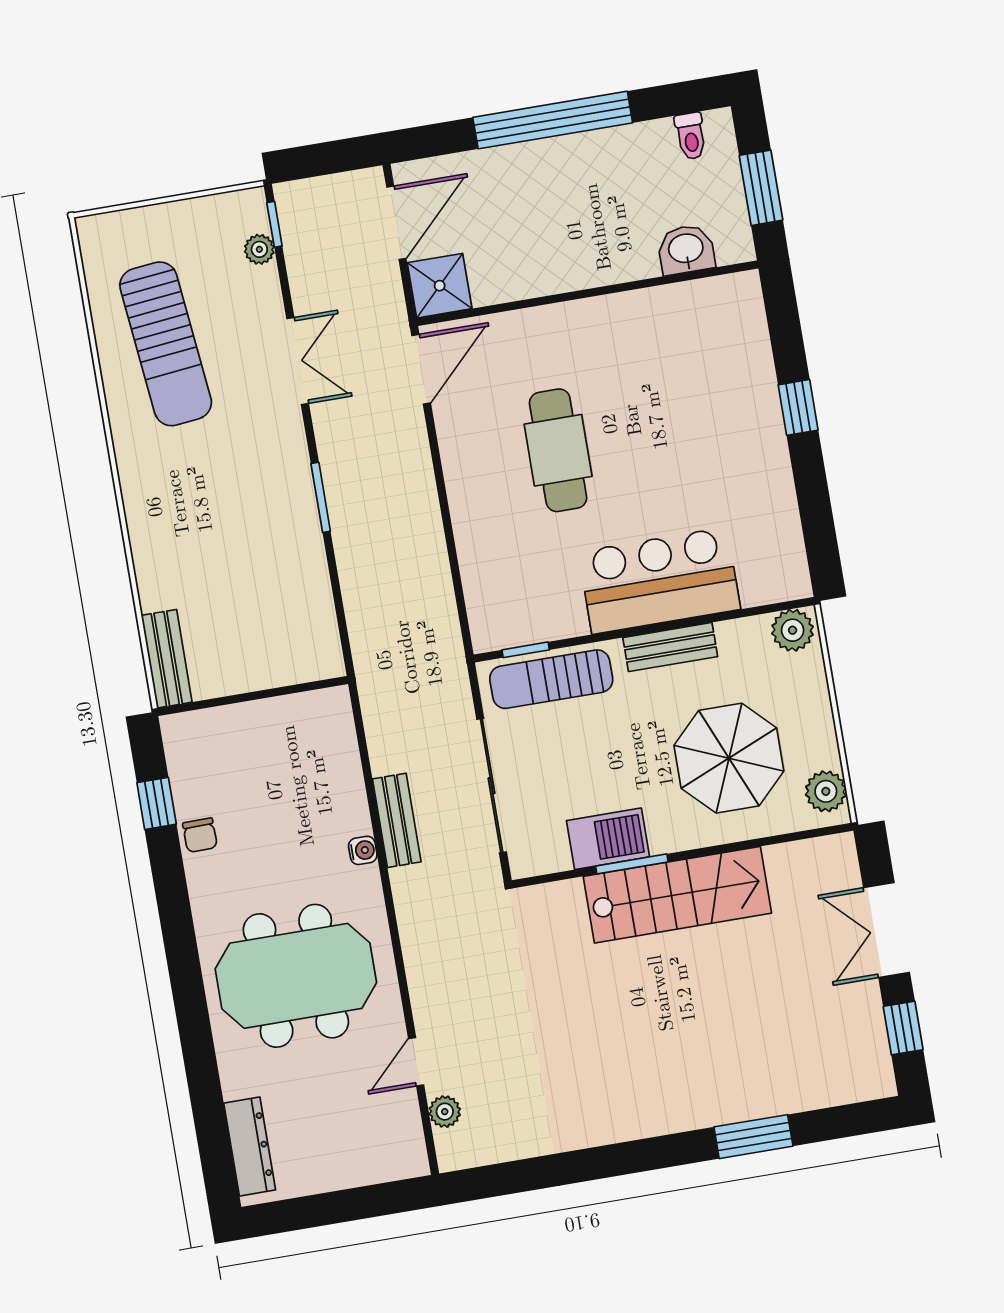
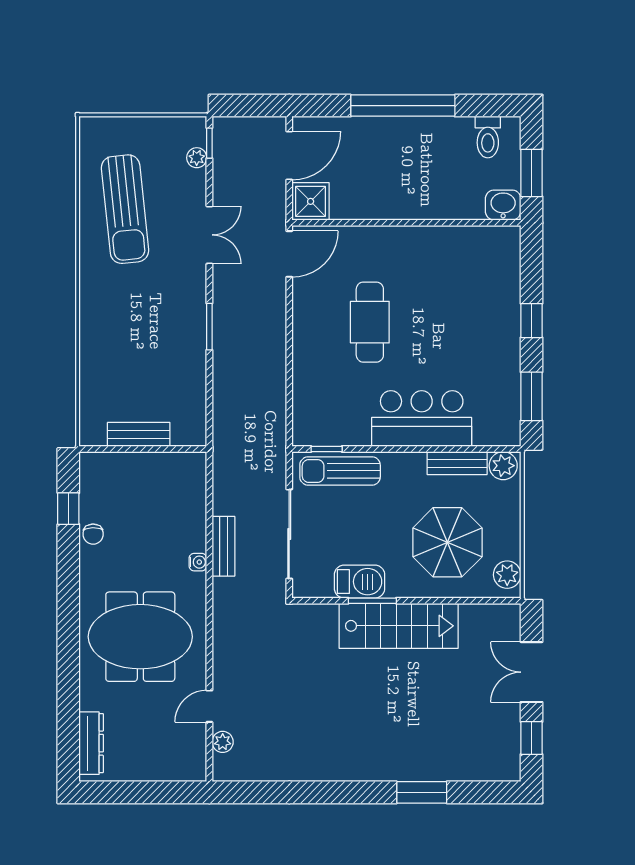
toilet: (691, 136) -> (488, 137), width x1.37, depth x1.39
washbasin: (686, 250) -> (503, 205), moved
window: (817, 520) -> (531, 396), added
bench: (670, 647) -> (457, 463), moved
bench: (167, 659) -> (139, 434), moved, turned 90

